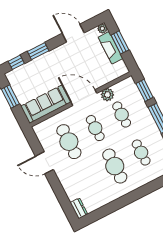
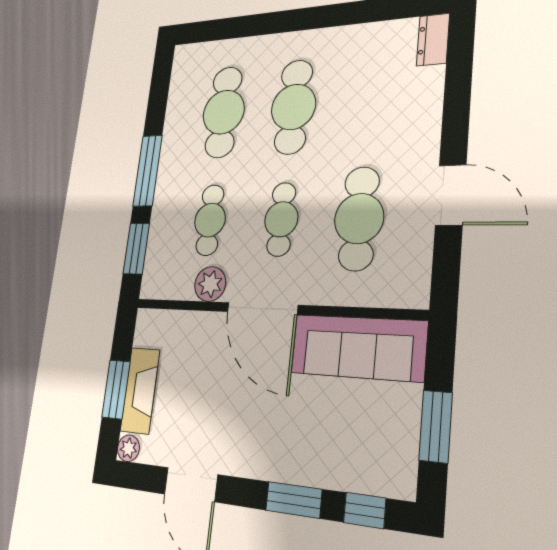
cafe table: (141, 153) -> (224, 112), width x1.37, depth x1.35

